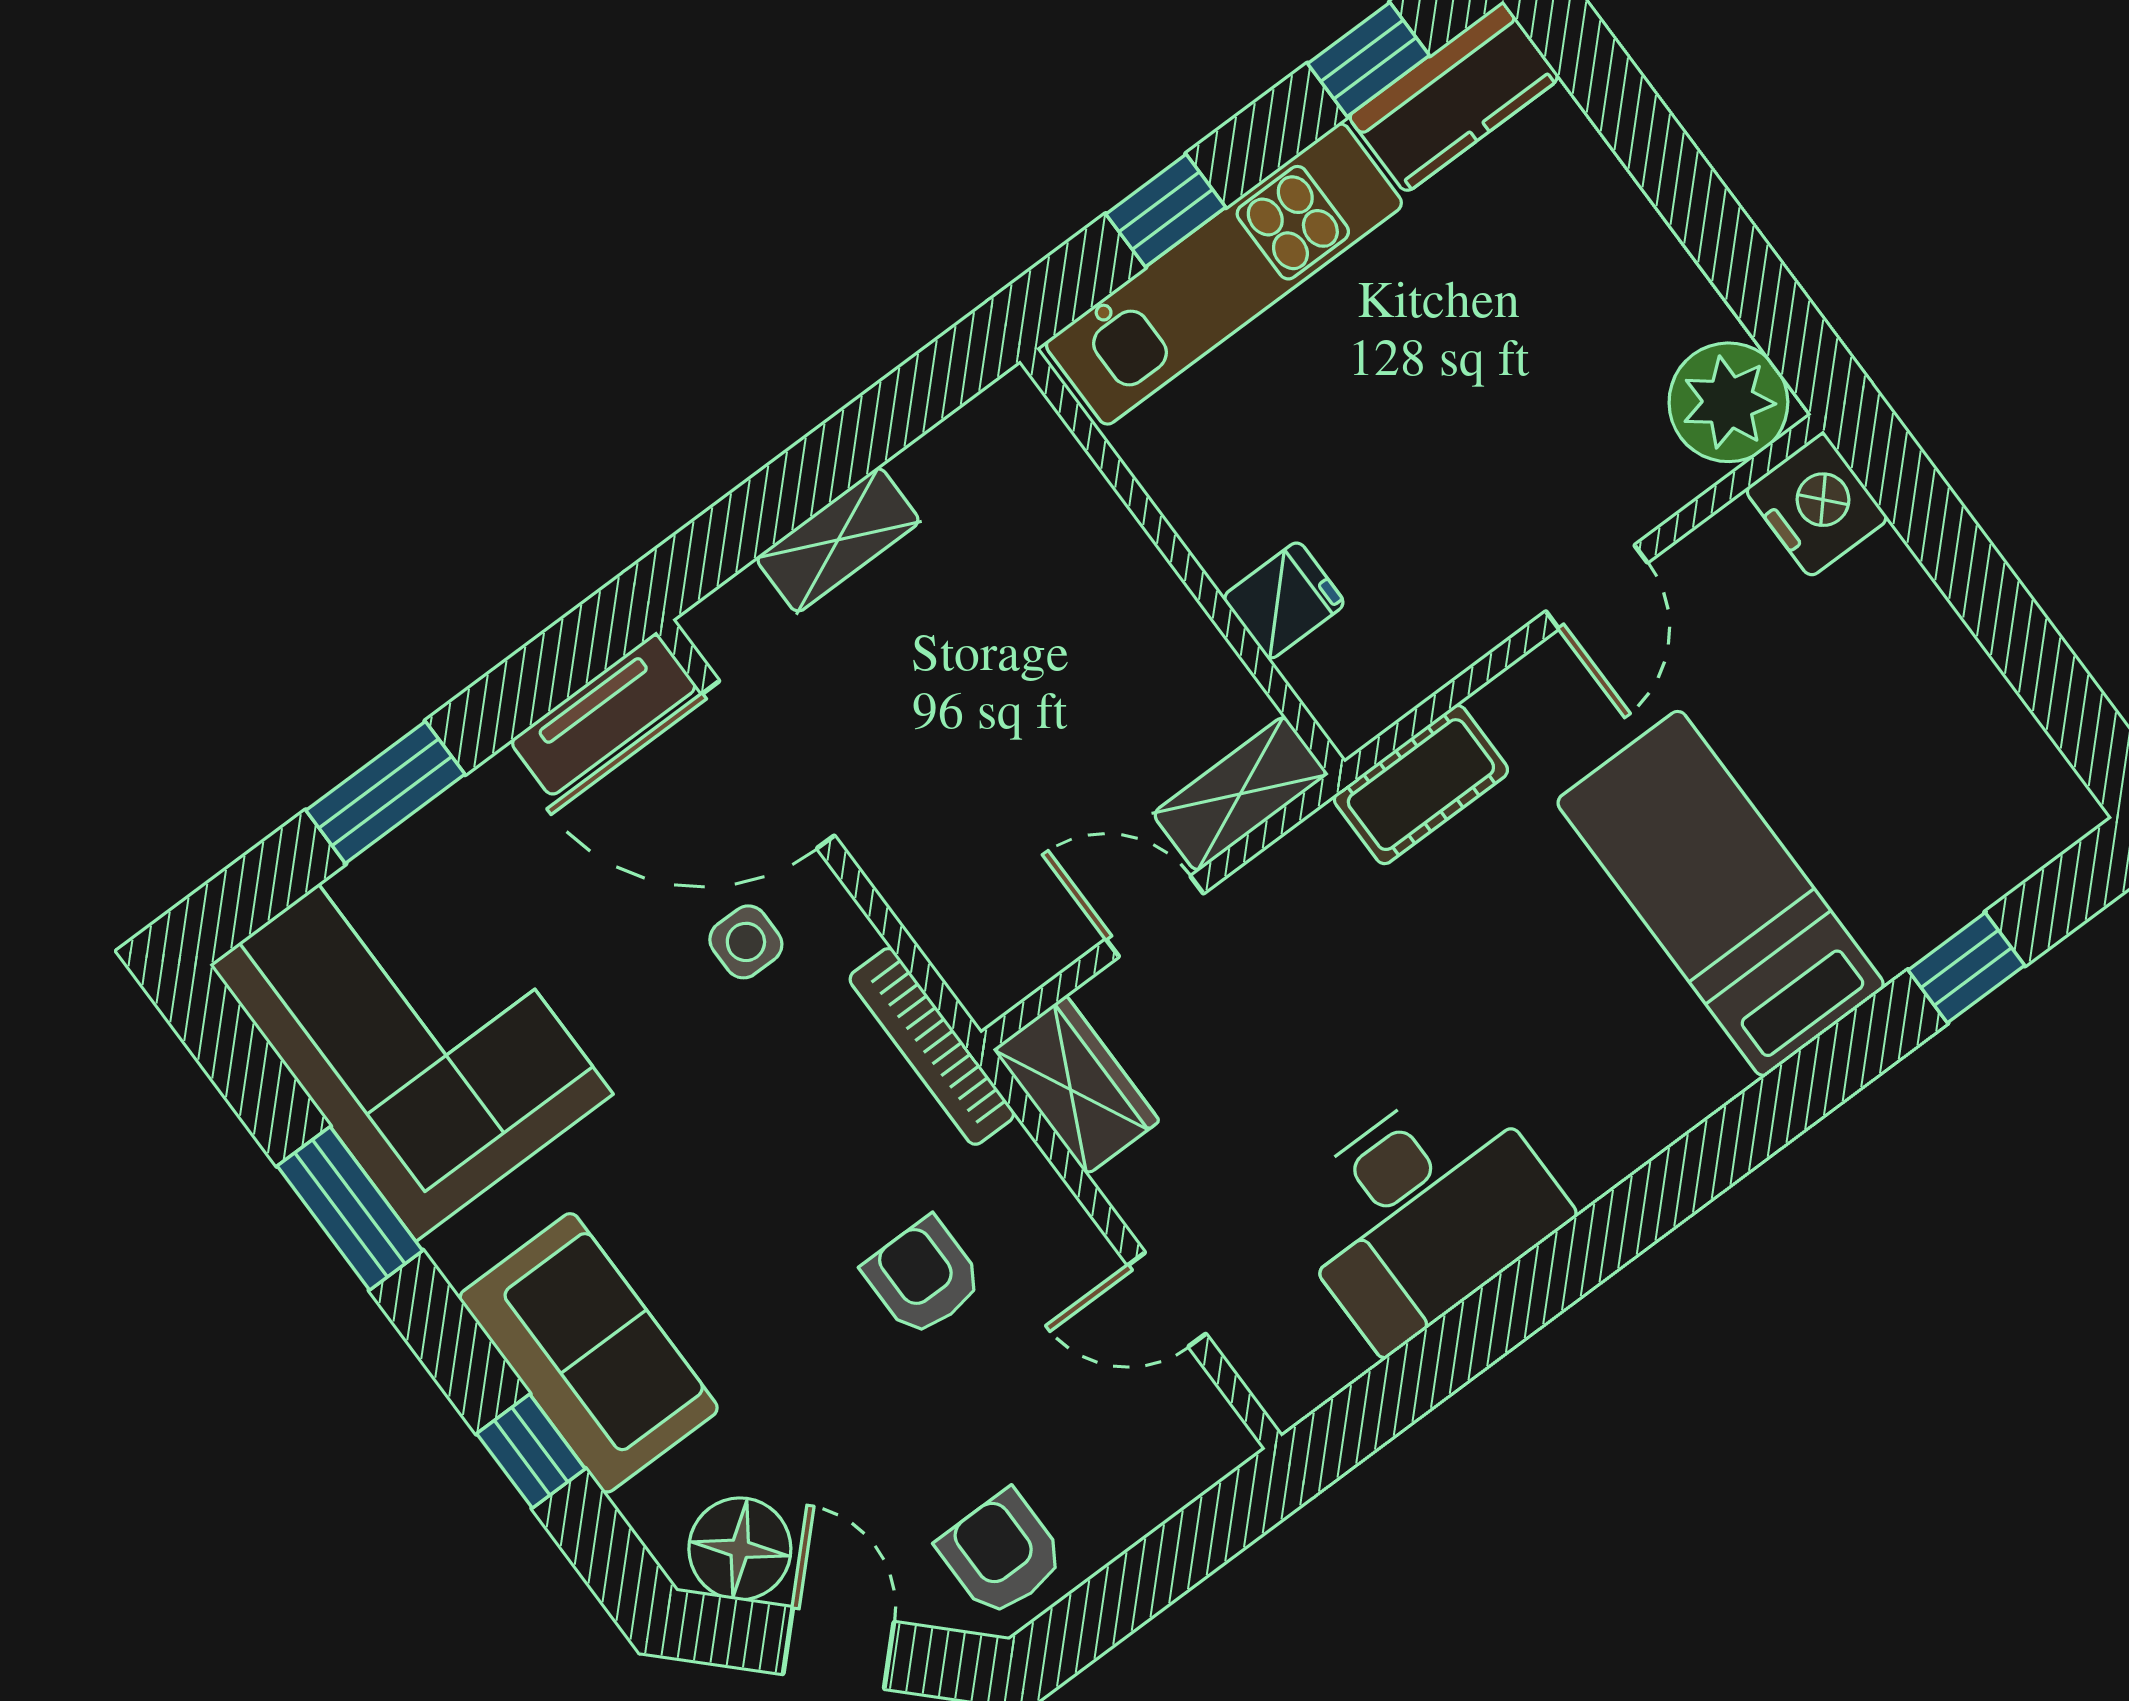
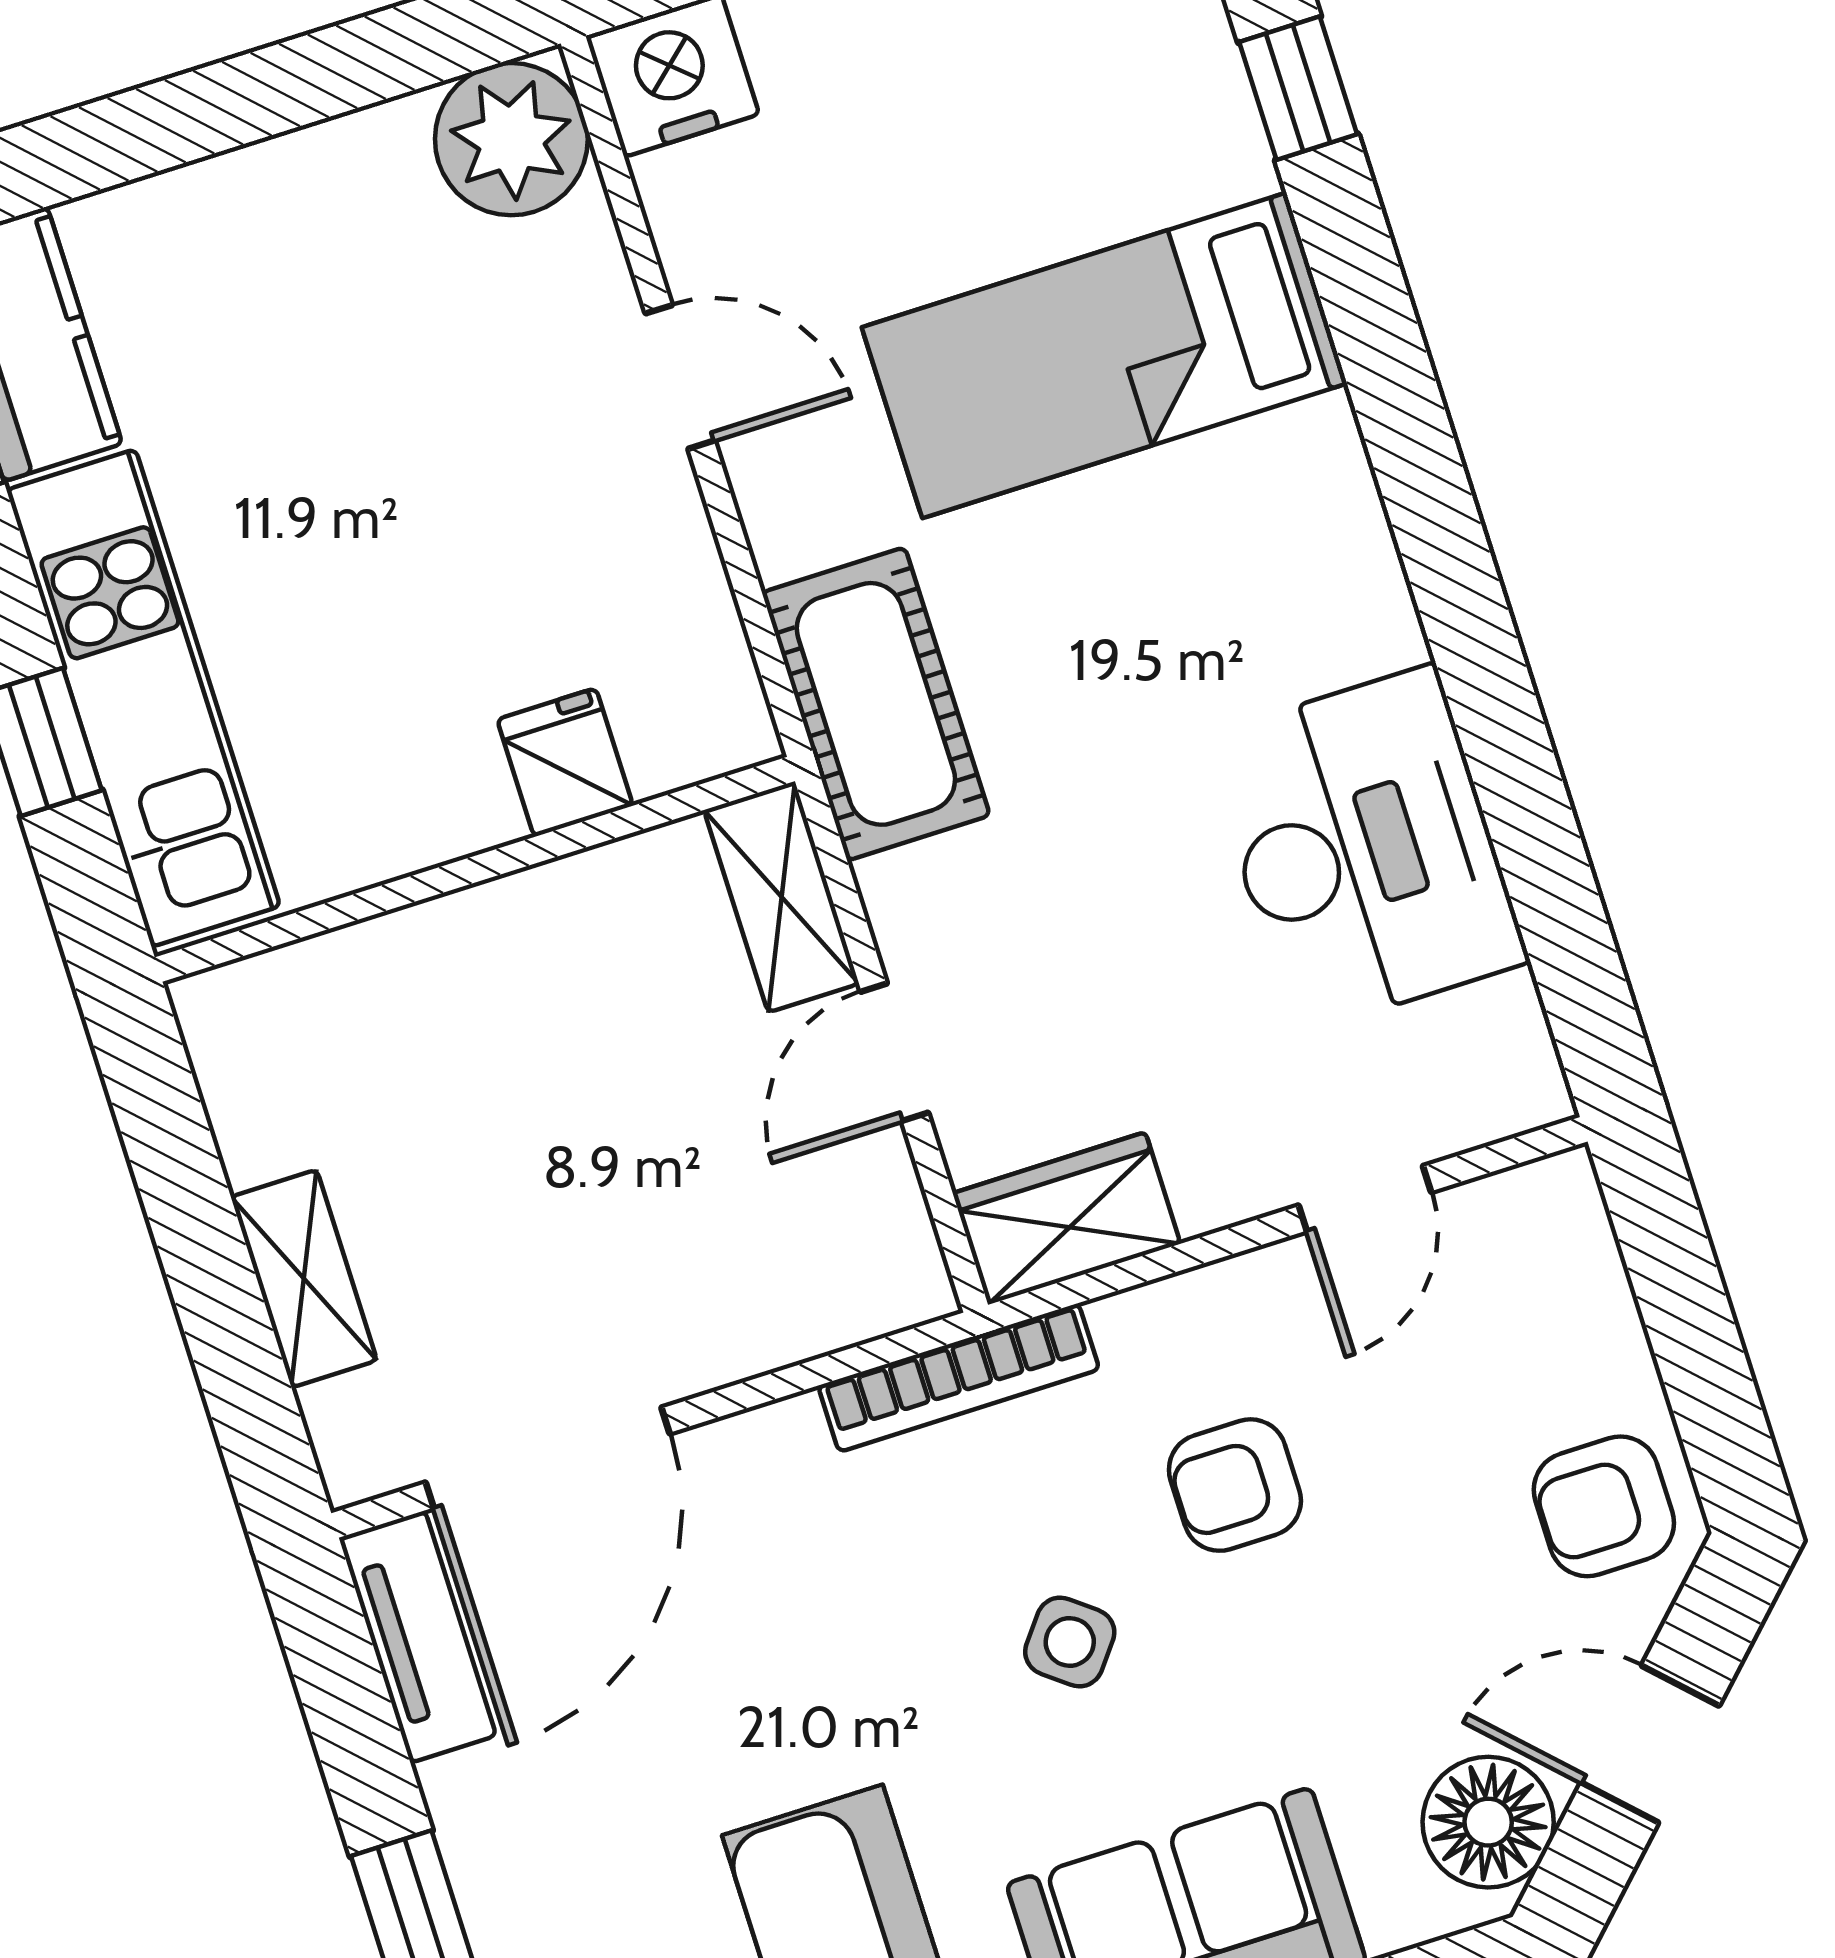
cot: (1421, 785) -> (876, 704), width x1.37, depth x1.34
side table: (746, 942) -> (1070, 1642), moved, turned 38

